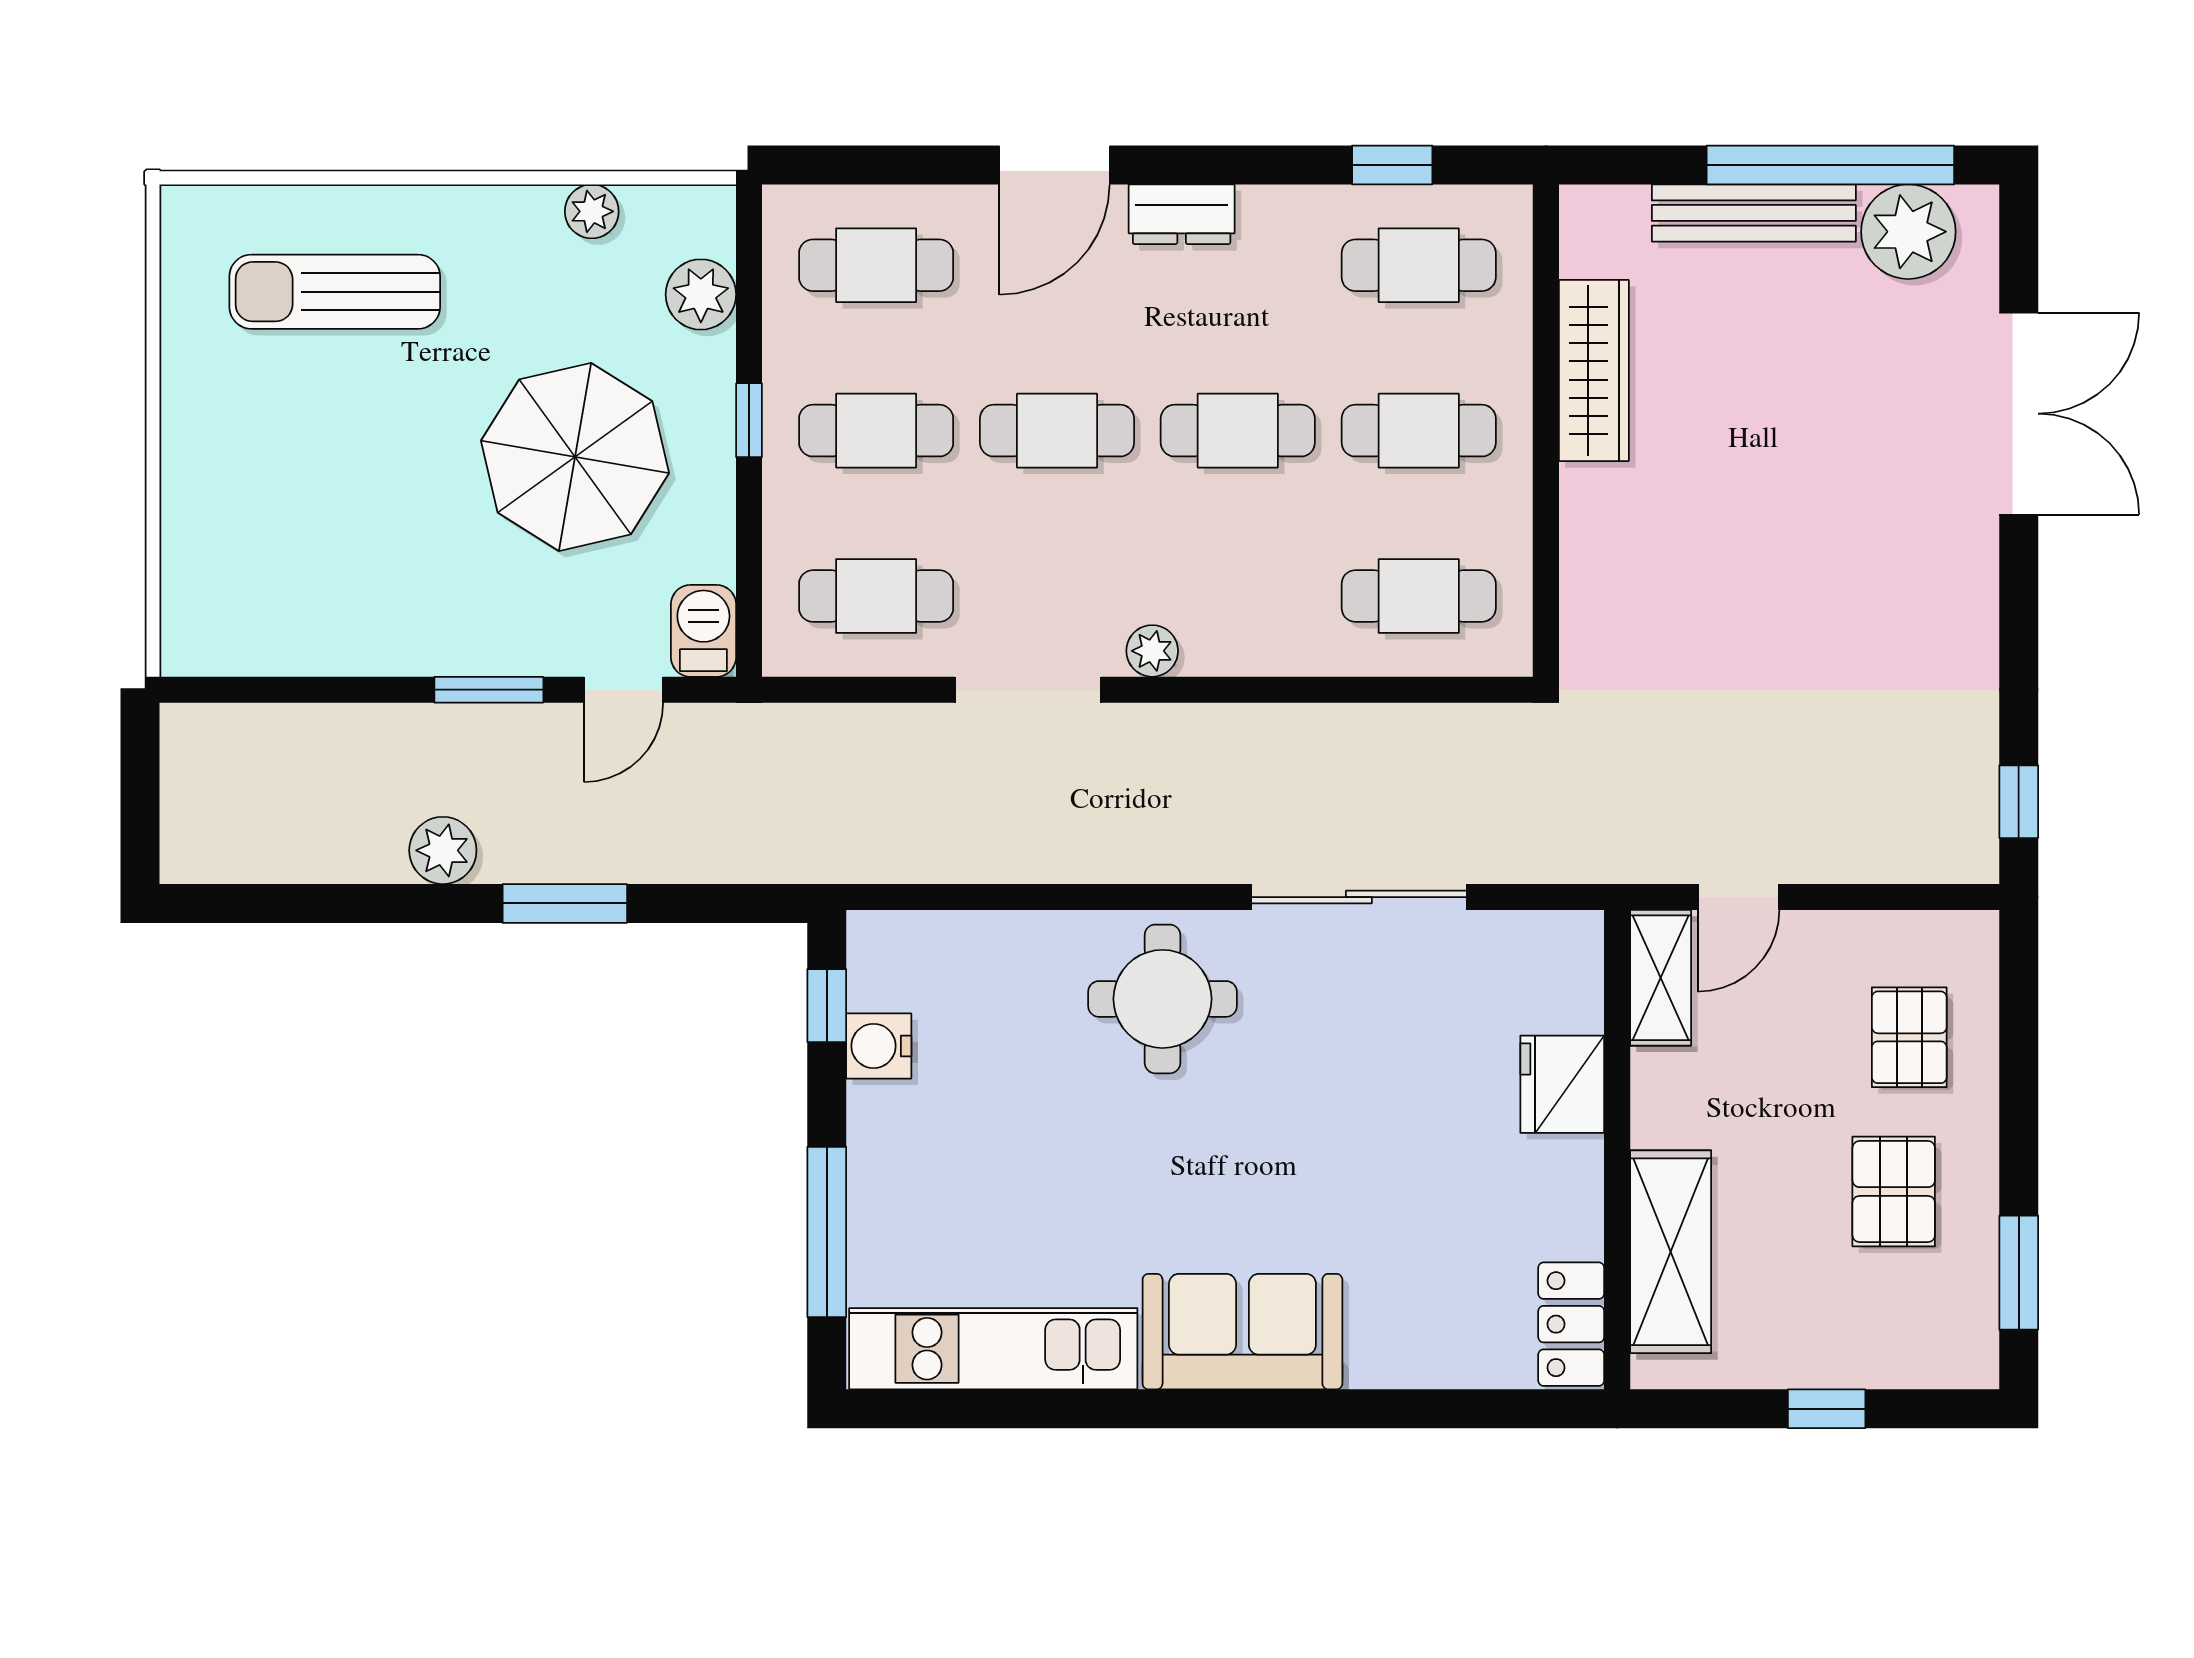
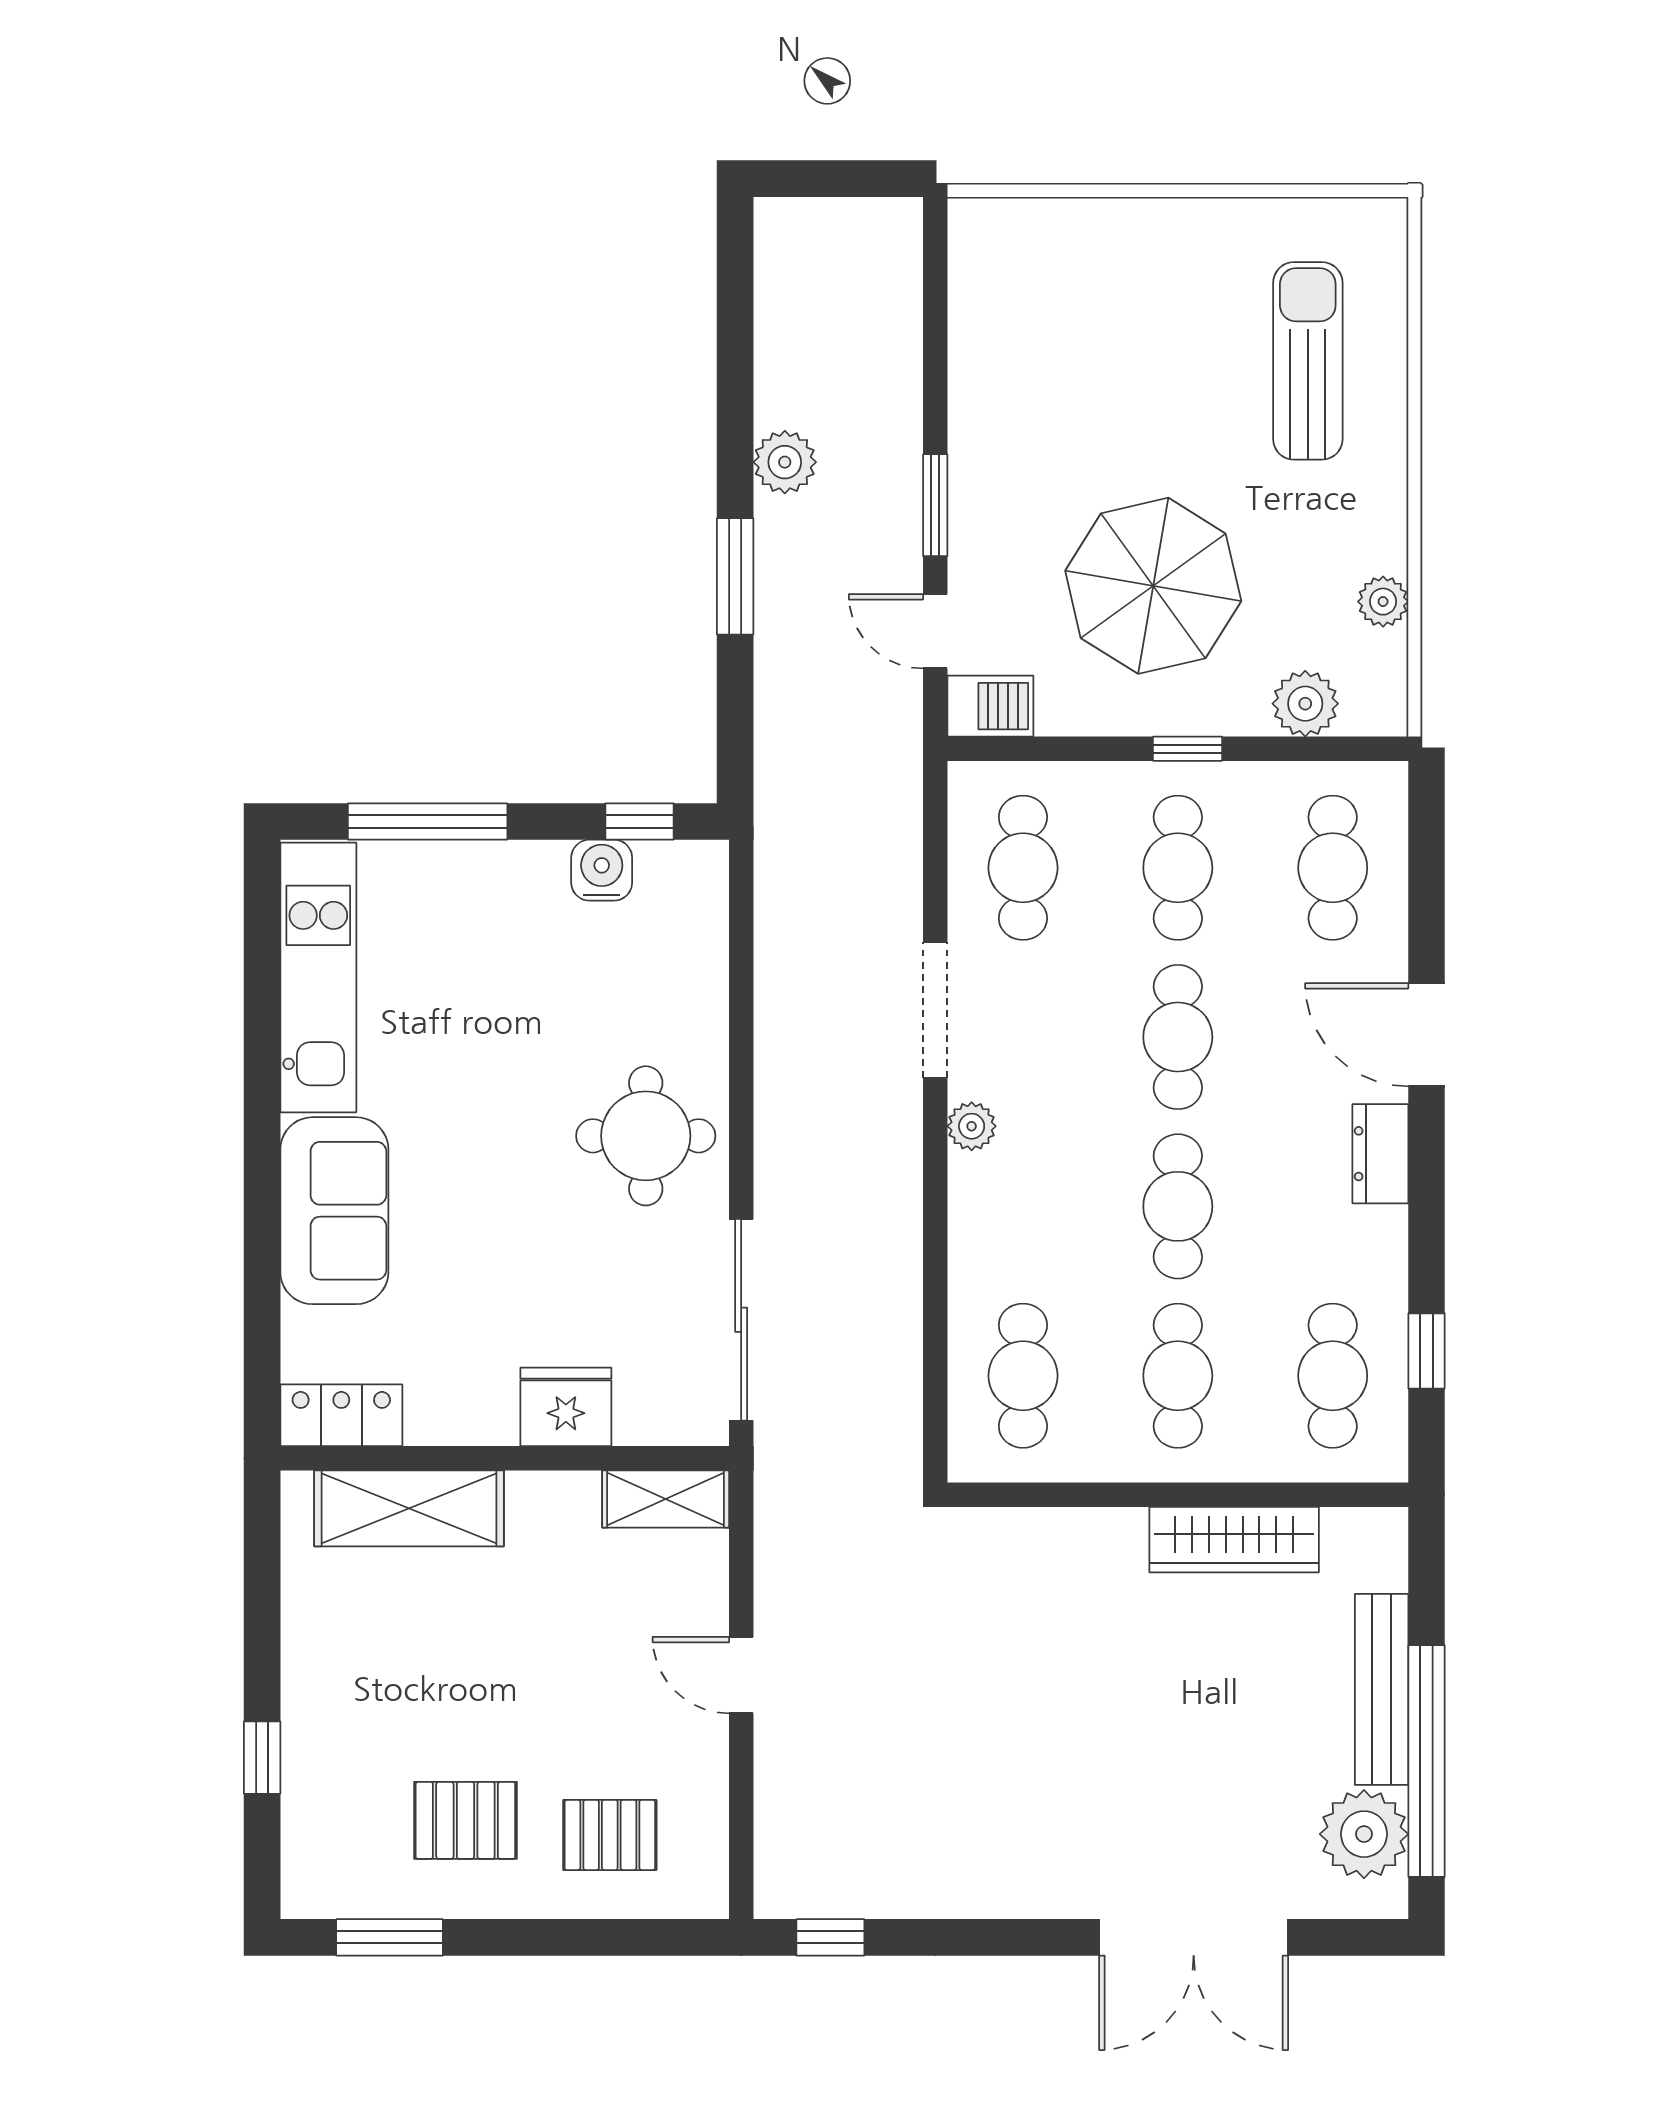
shelving: (1661, 978) -> (666, 1499), moved
fridge: (1562, 1084) -> (566, 1407), moved
wall: (1617, 1150) -> (505, 1458), moved
shelving: (1671, 1252) -> (409, 1508), moved
locker: (1571, 1324) -> (341, 1415), moved

